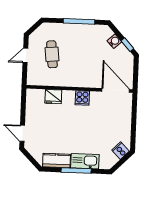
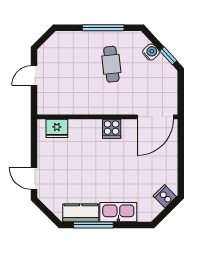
cafe table: (52, 54) -> (111, 64), moved
door: (116, 90) -> (155, 117), swing flipped
fridge: (53, 97) -> (57, 128), moved
window: (76, 171) -> (93, 225), moved

